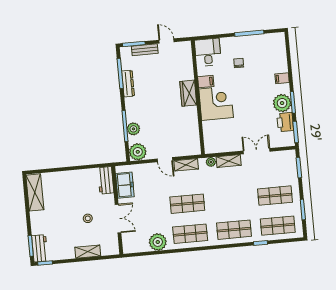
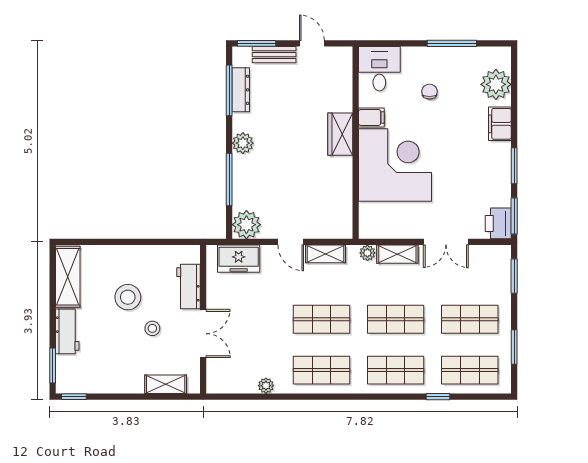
filing cabinet: (282, 78) -> (500, 124), width x2.00
dresser: (128, 84) -> (241, 90), moved
corner desk: (216, 103) -> (395, 165), width x1.36, depth x1.36
plant: (282, 103) -> (496, 84), moved
printer: (285, 122) -> (498, 223), moved
plant: (133, 129) -> (243, 143), moved
double door: (257, 151) -> (446, 242), swing flipped
workbench: (106, 180) -> (188, 287), moved
freezer: (125, 185) -> (239, 259), moved, turned 90
shop shelf: (231, 200) -> (396, 319), added
stool: (72, 201) -> (128, 297), added
plant: (158, 242) -> (266, 386), width x0.53, depth x0.53
workbench: (40, 248) -> (67, 331), moved
shelving: (88, 252) -> (166, 384), moved

